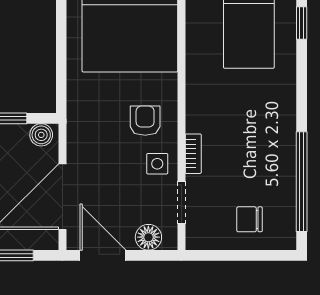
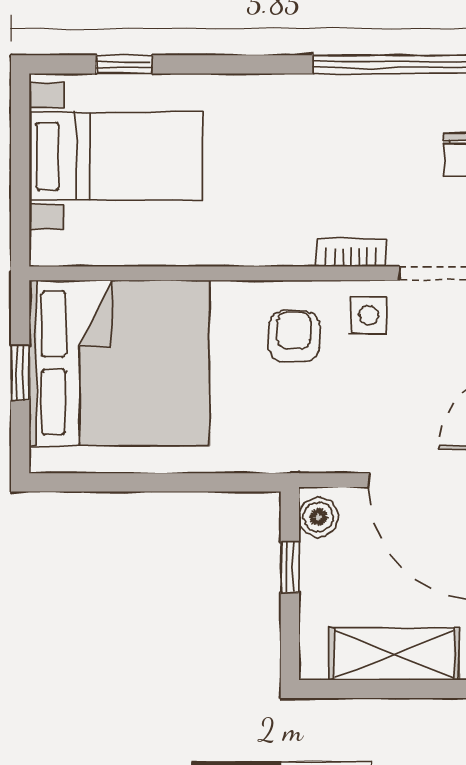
armchair: (145, 121) -> (294, 336), turned 90

